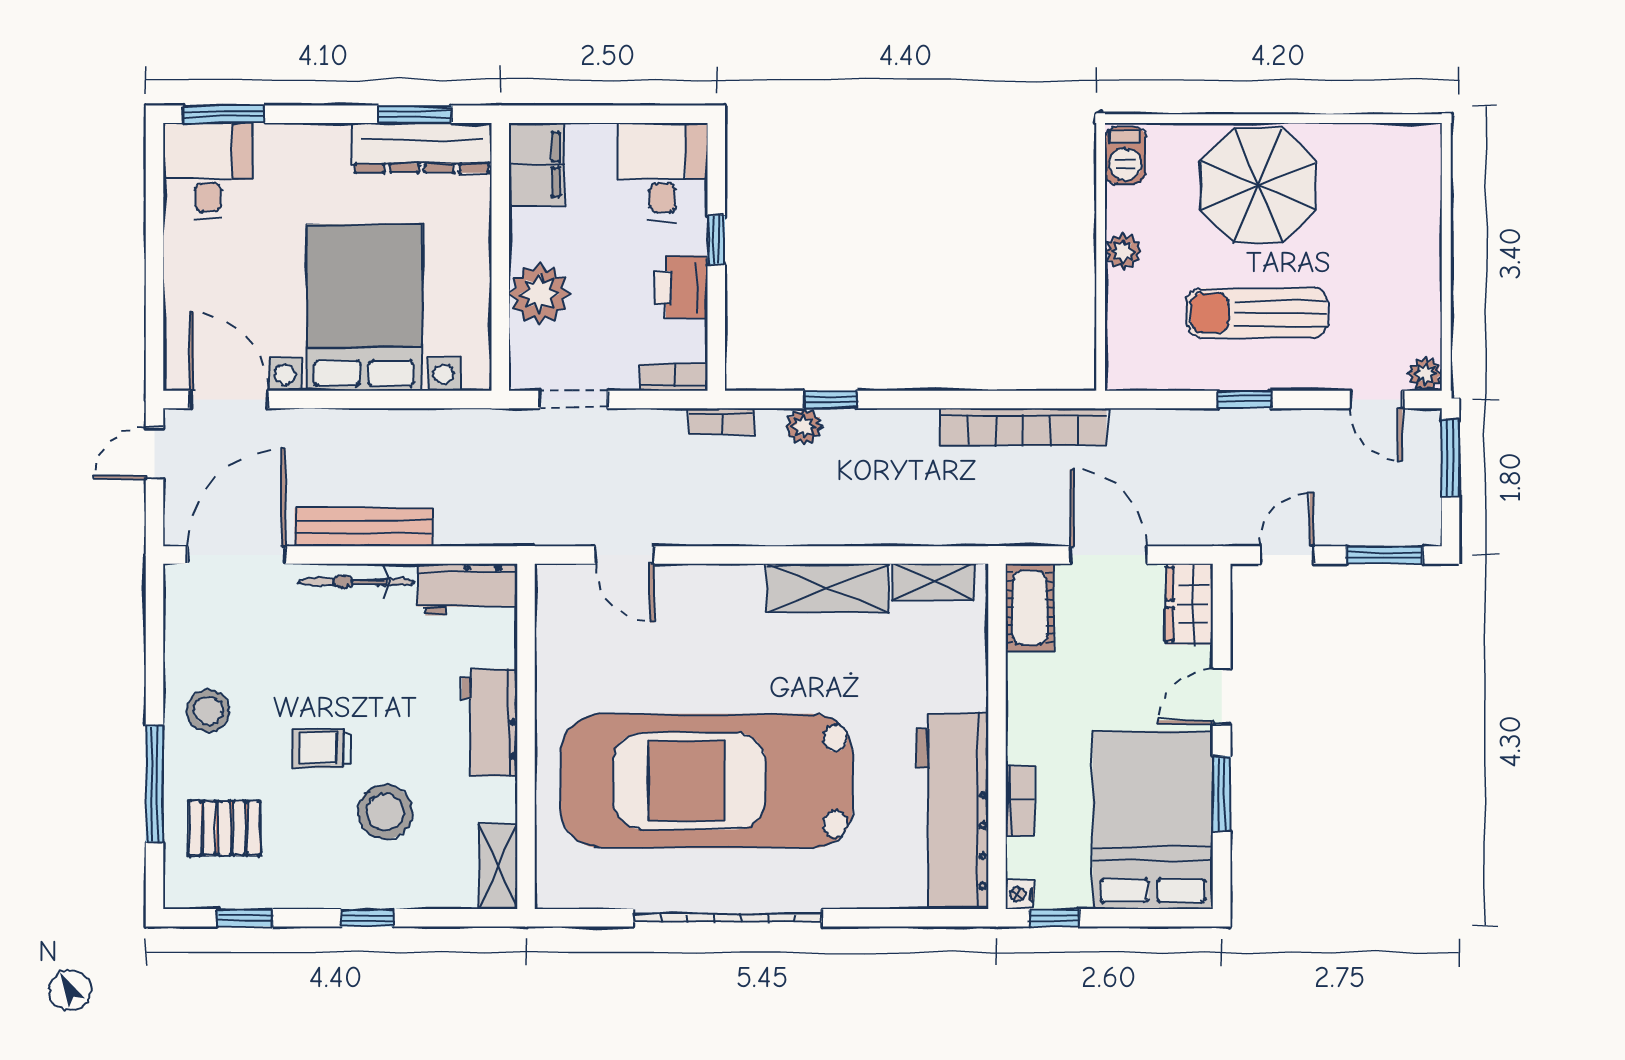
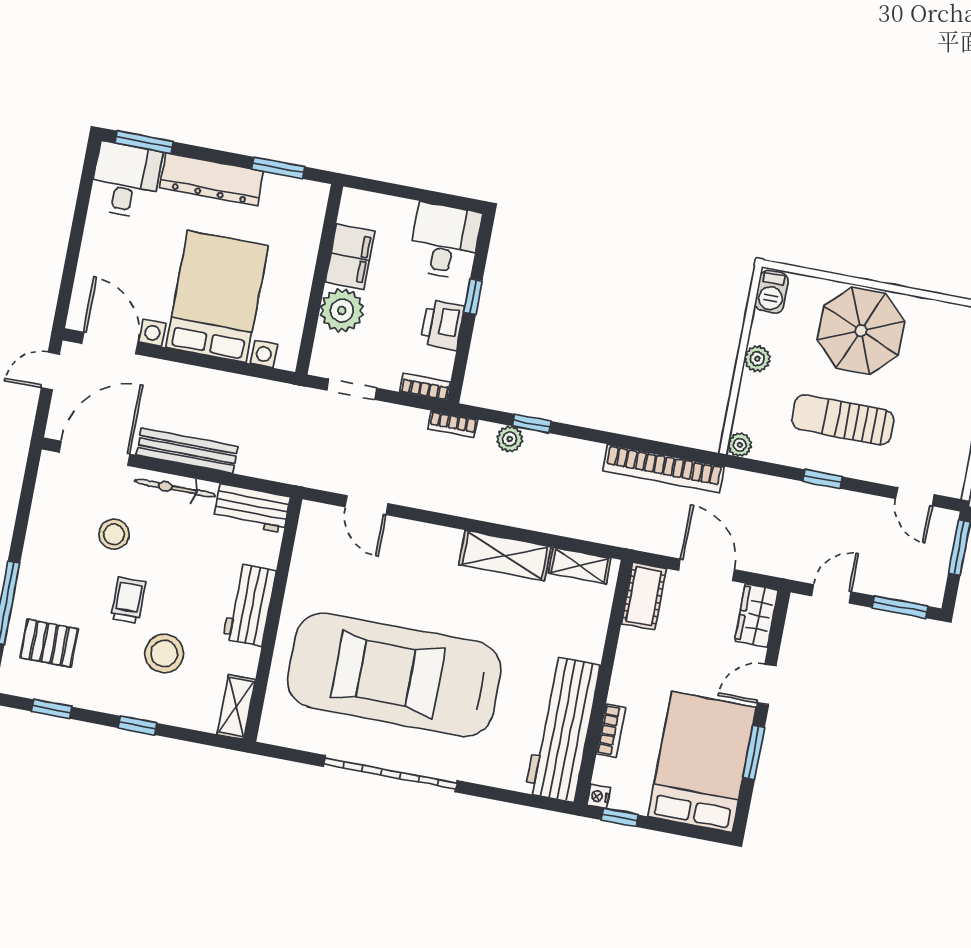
dresser: (422, 148) -> (212, 179), moved
filing cabinet: (537, 165) -> (350, 257), moved
plant: (1425, 374) -> (740, 445), moved
stool: (208, 711) -> (114, 534), moved
trolley: (322, 748) -> (128, 600), turned 90

